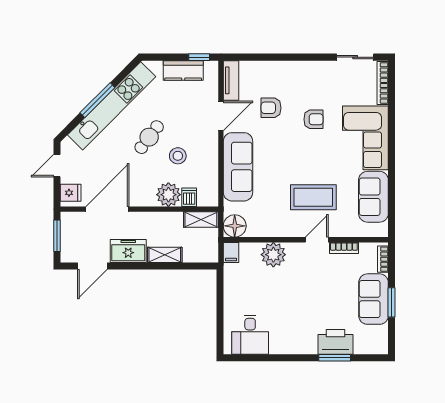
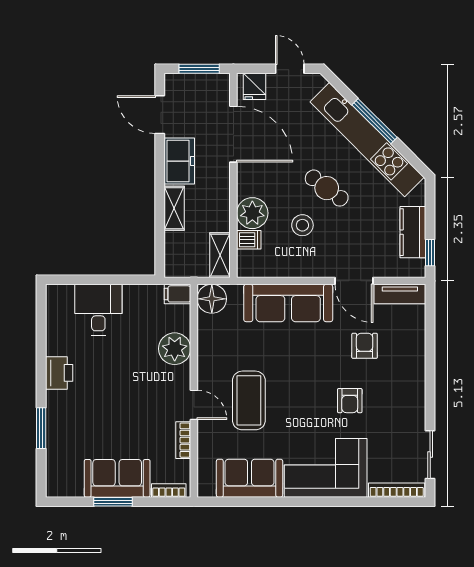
desk: (250, 335) -> (98, 310), moved, turned 90
printer: (335, 342) -> (59, 373), moved, width x0.73, depth x0.84

